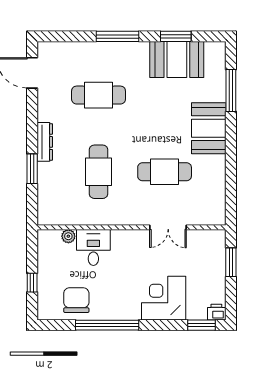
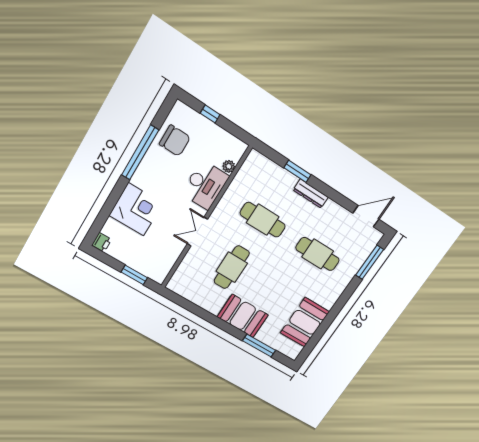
window: (117, 36) -> (370, 262), moved
window: (176, 36) -> (321, 331), removed
cafe table: (99, 95) -> (318, 254), turned 90
double door: (168, 227) -> (197, 231), moved
desk: (93, 247) -> (205, 185), width x1.37
window: (202, 325) -> (98, 225), removed

